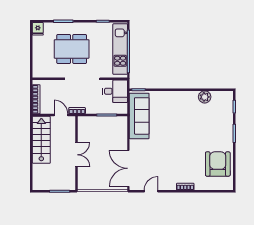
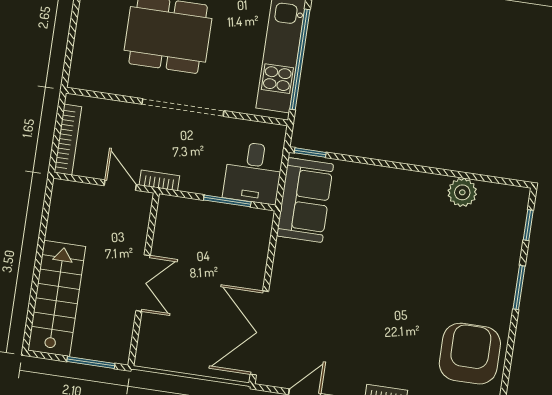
desk: (115, 91) -> (253, 173), moved, turned 90
sofa: (139, 116) -> (305, 200), width x0.73
stairs: (41, 140) -> (57, 298), moved

